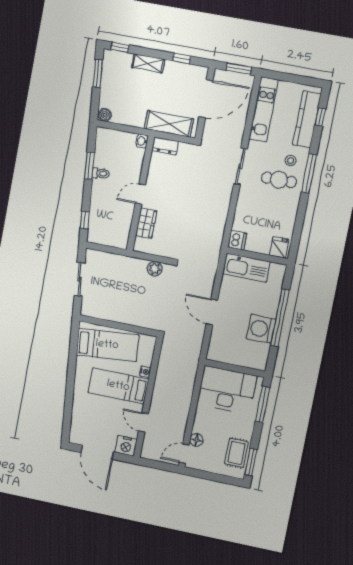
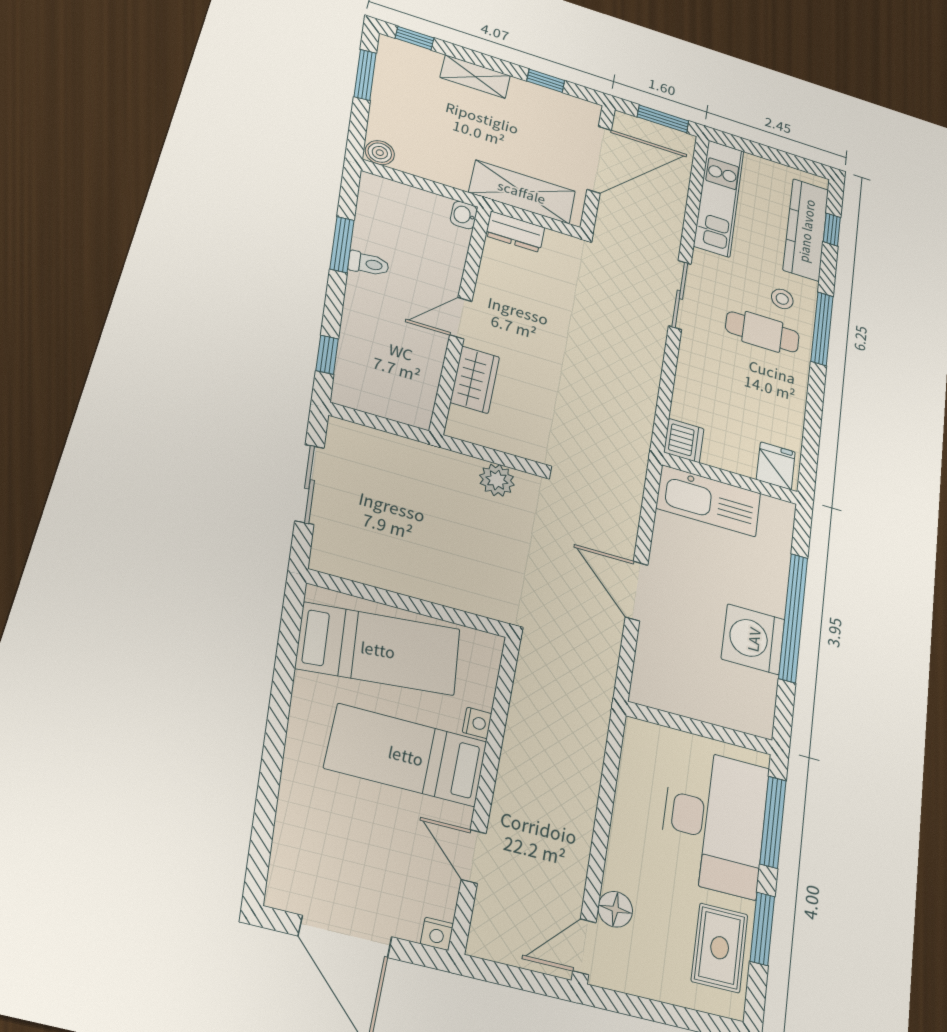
desk: (227, 390) -> (714, 821), moved, turned 90
nightstand: (126, 446) -> (437, 934), width x0.53, depth x0.56
window: (251, 462) -> (762, 929), moved

